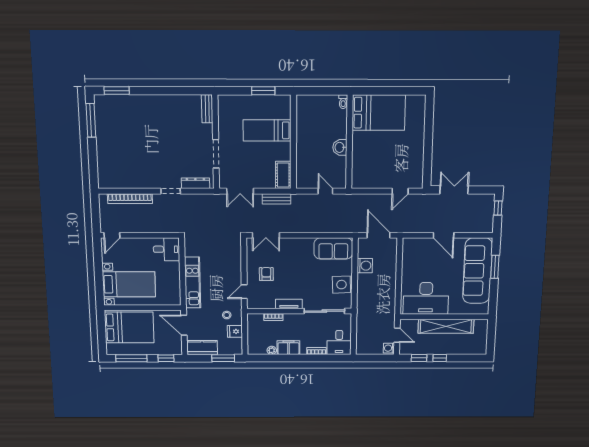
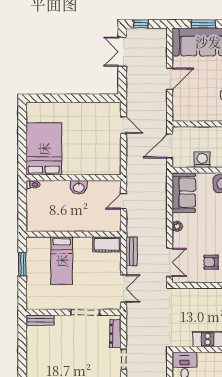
double door: (454, 190) -> (122, 52), moved
plant: (301, 242) -> (177, 226), added

